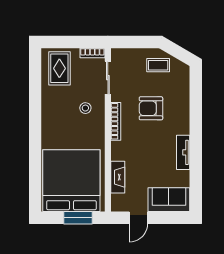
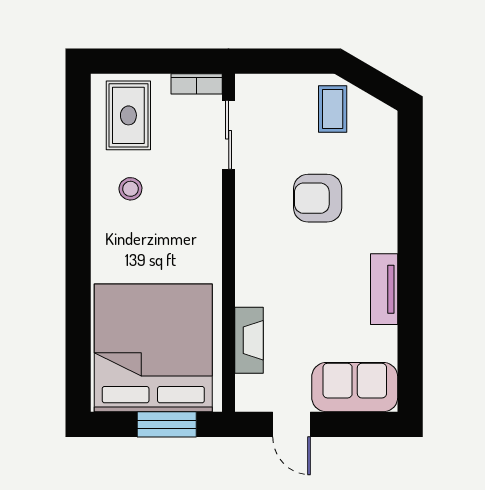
coffee table: (158, 65) -> (333, 109), turned 90
stool: (85, 108) -> (130, 189), moved
bookcase: (116, 121) -> (245, 225), removed
door: (138, 218) -> (292, 424), hinge flipped

